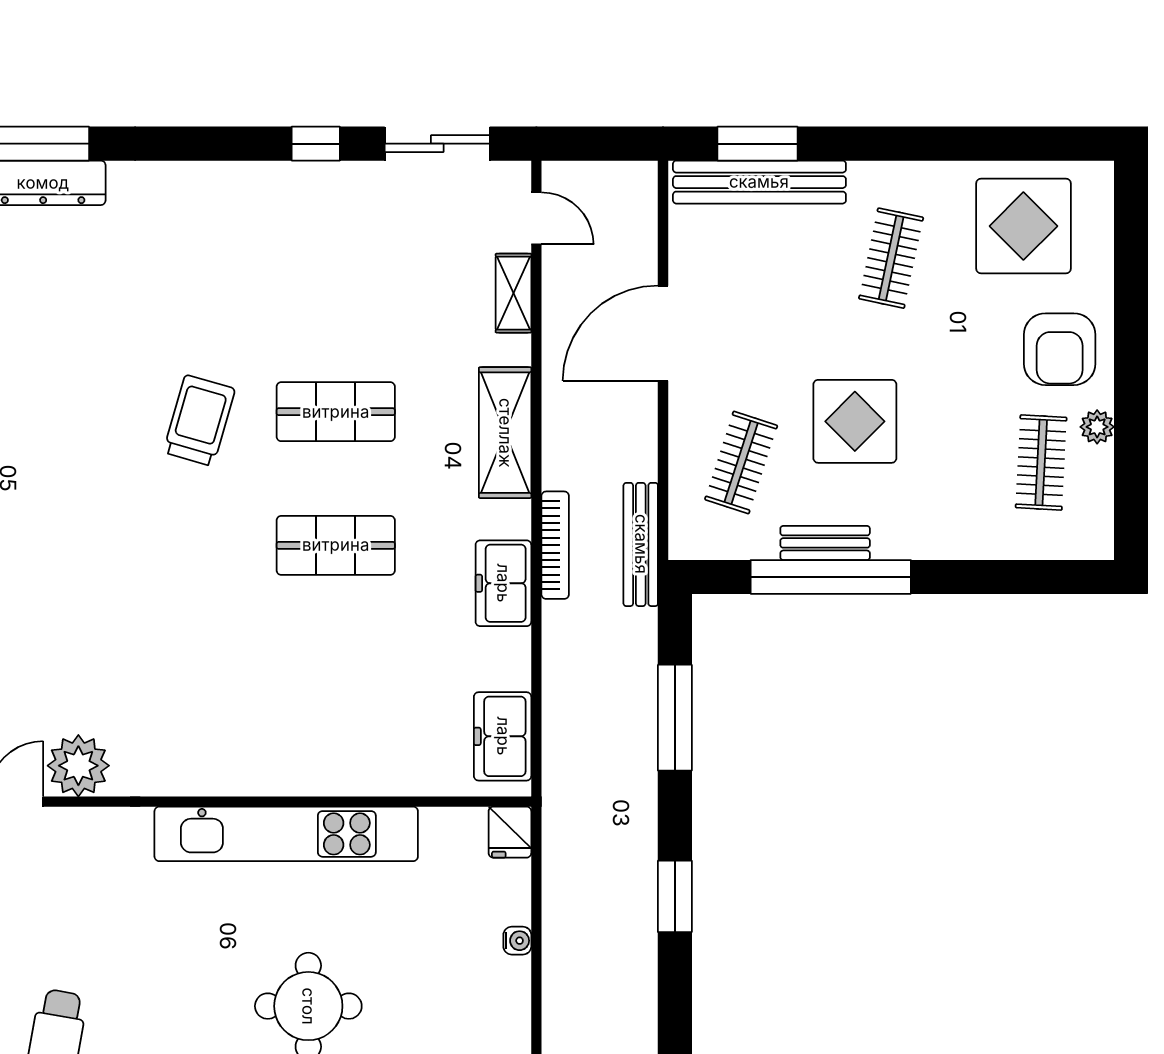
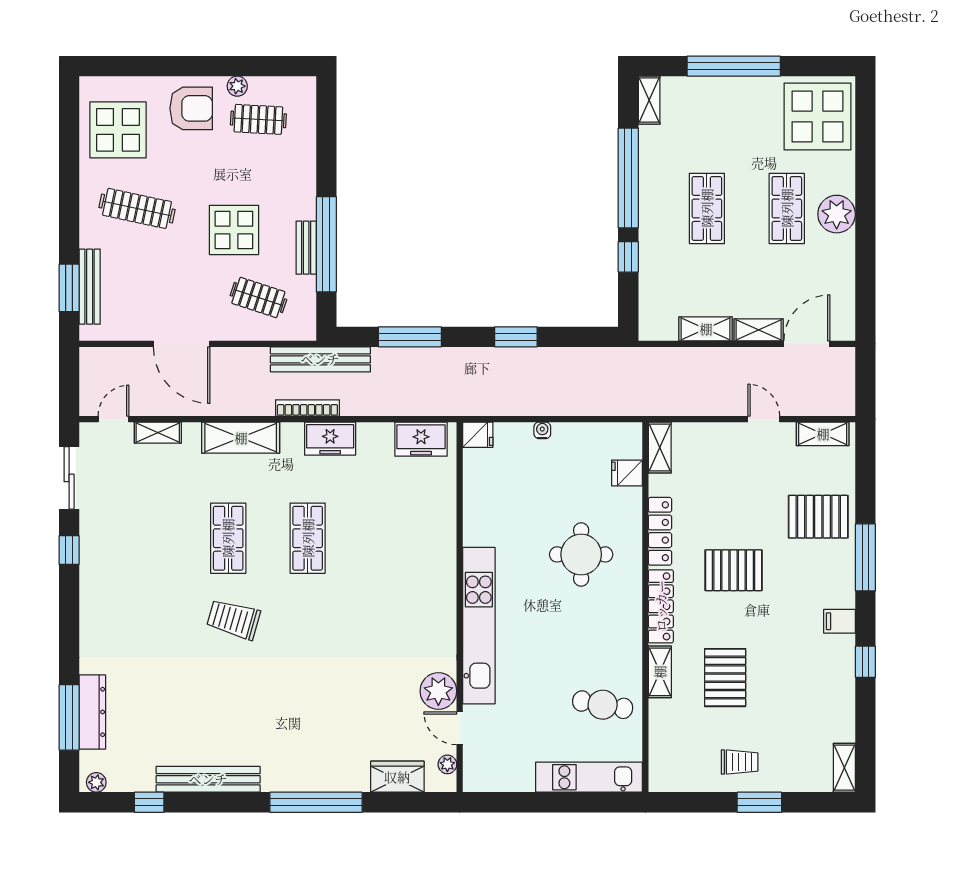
bench: (759, 182) -> (90, 287), width x0.73, depth x0.82
clothes rail: (891, 258) -> (137, 208), width x1.36
bench: (641, 544) -> (320, 359), width x1.37, depth x1.21
kitchen unit: (286, 834) -> (479, 626), moved

